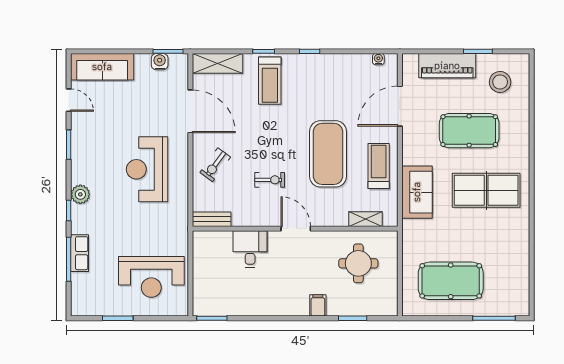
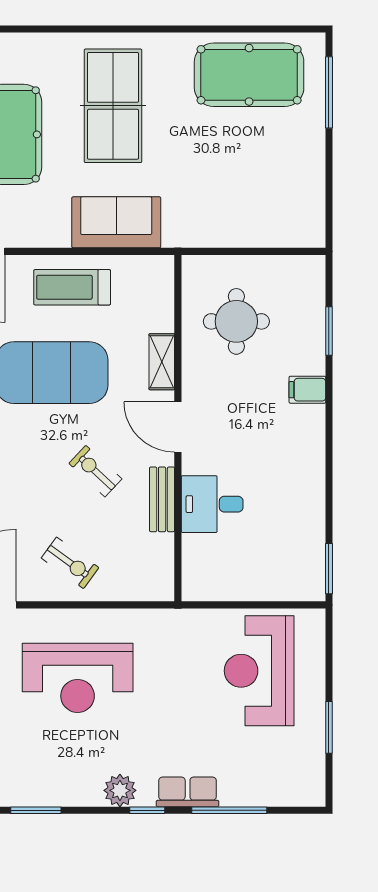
exercise bike: (270, 180) -> (95, 471), turned -47
bench: (212, 219) -> (162, 499), moved
shelving: (365, 219) -> (162, 362), moved
door: (296, 229) -> (178, 427), hinge flipped
row of seats: (80, 253) -> (188, 792), moved
reception desk: (151, 277) -> (259, 671), turned 180
pool table: (451, 281) -> (249, 75), moved, turned 90

